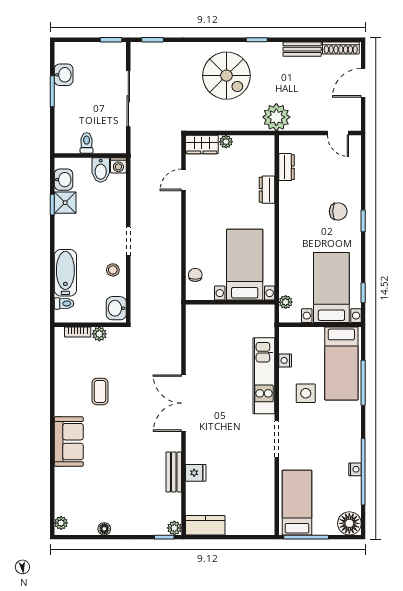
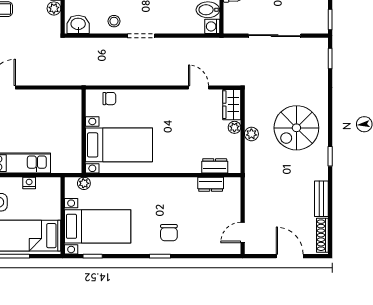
plant: (276, 117) -> (251, 134), moved, width x0.53, depth x0.53
dresser: (267, 190) -> (215, 166), moved

